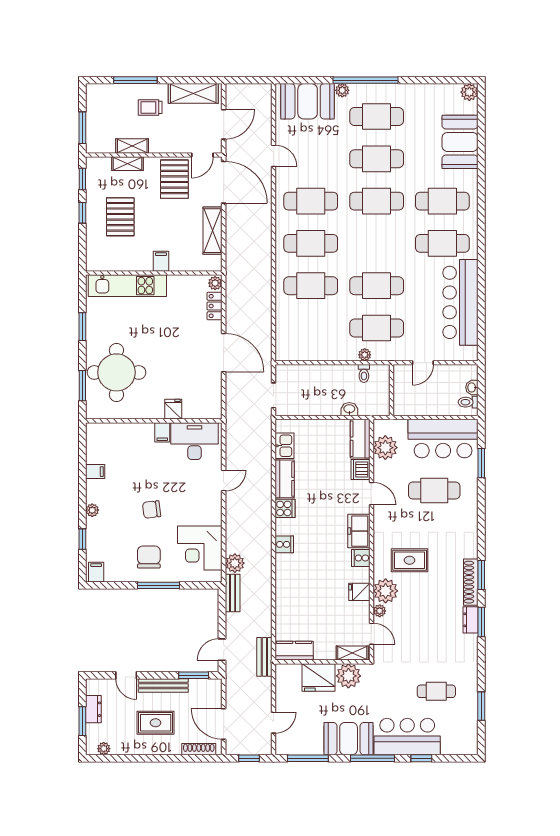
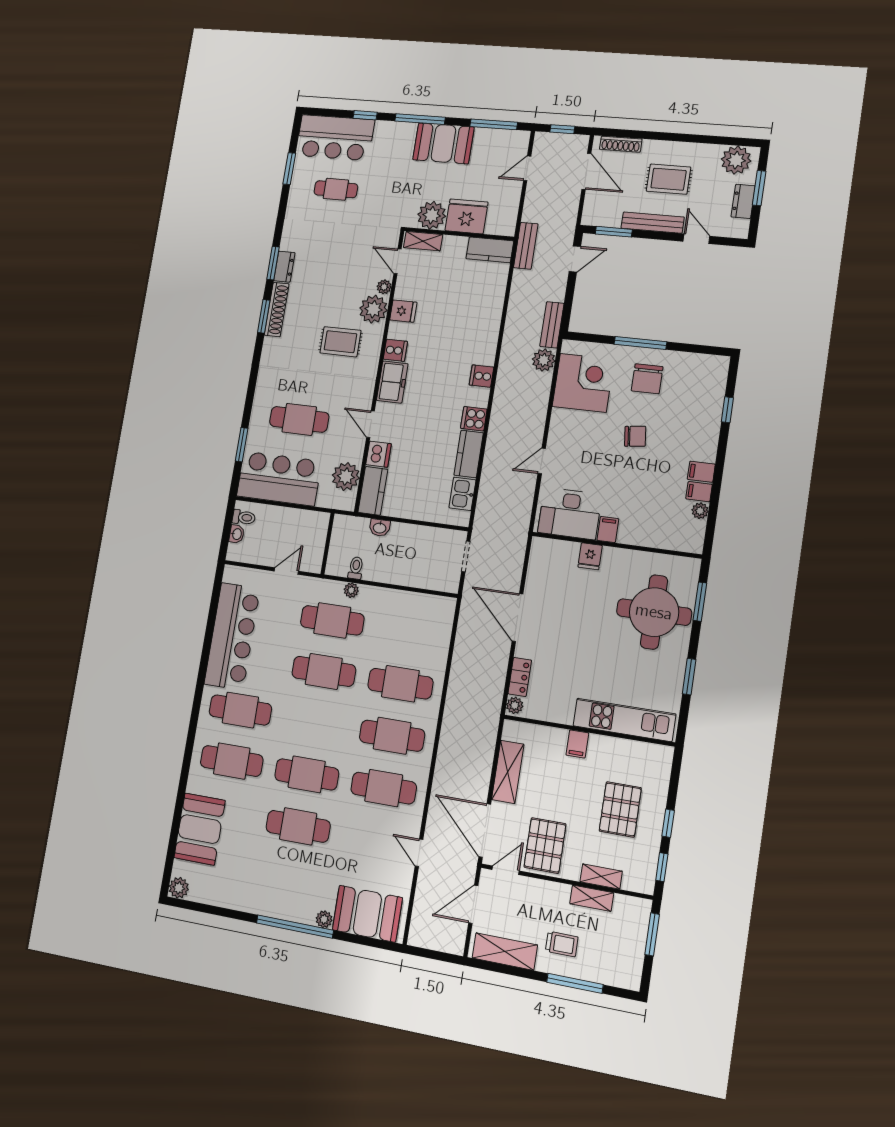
cafe table: (377, 116) -> (289, 879), removed
plant: (92, 510) -> (700, 511), moved
filing cabinet: (96, 572) -> (701, 472), moved, turned 90
bar counter: (407, 737) -> (335, 138), moved
plant: (104, 749) -> (736, 160), width x1.88, depth x1.88

